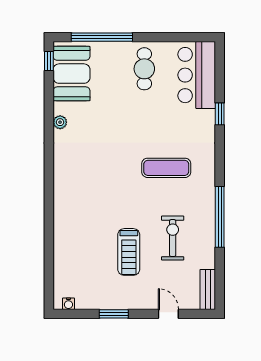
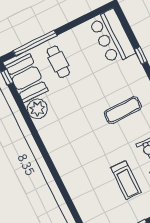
cafe table: (144, 69) -> (58, 62), moved
plant: (60, 122) -> (37, 109), width x1.88, depth x1.88

